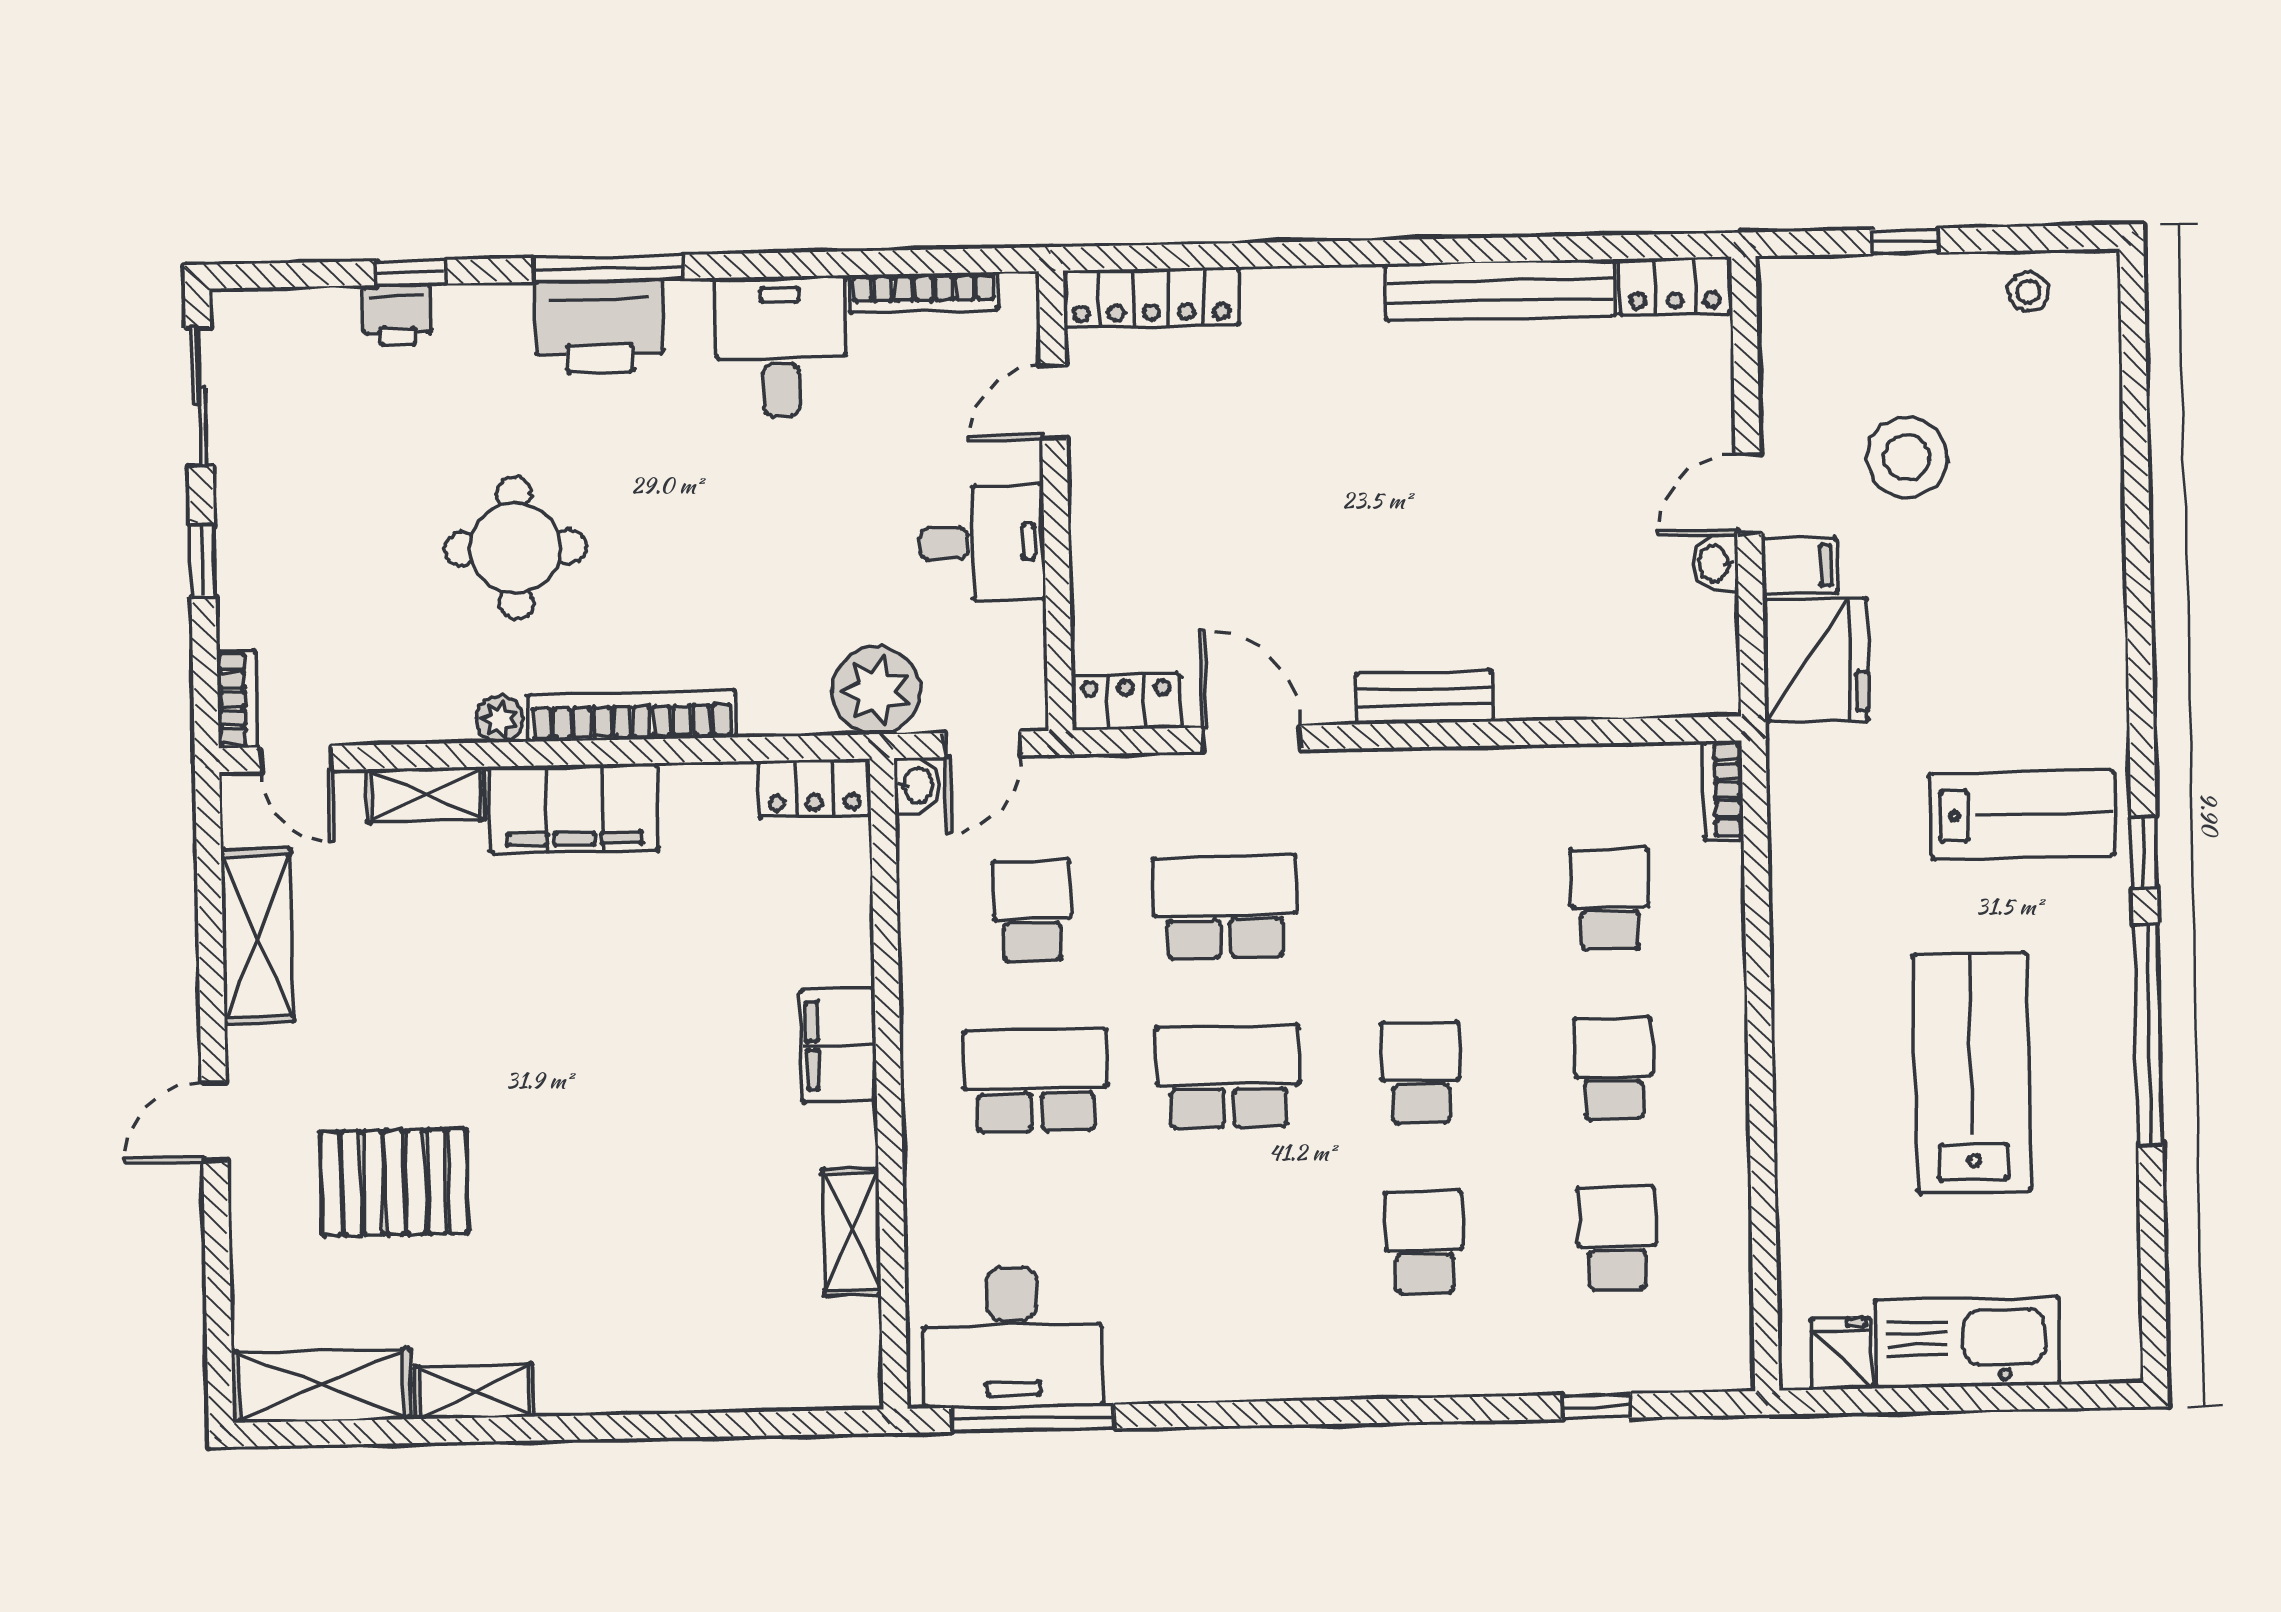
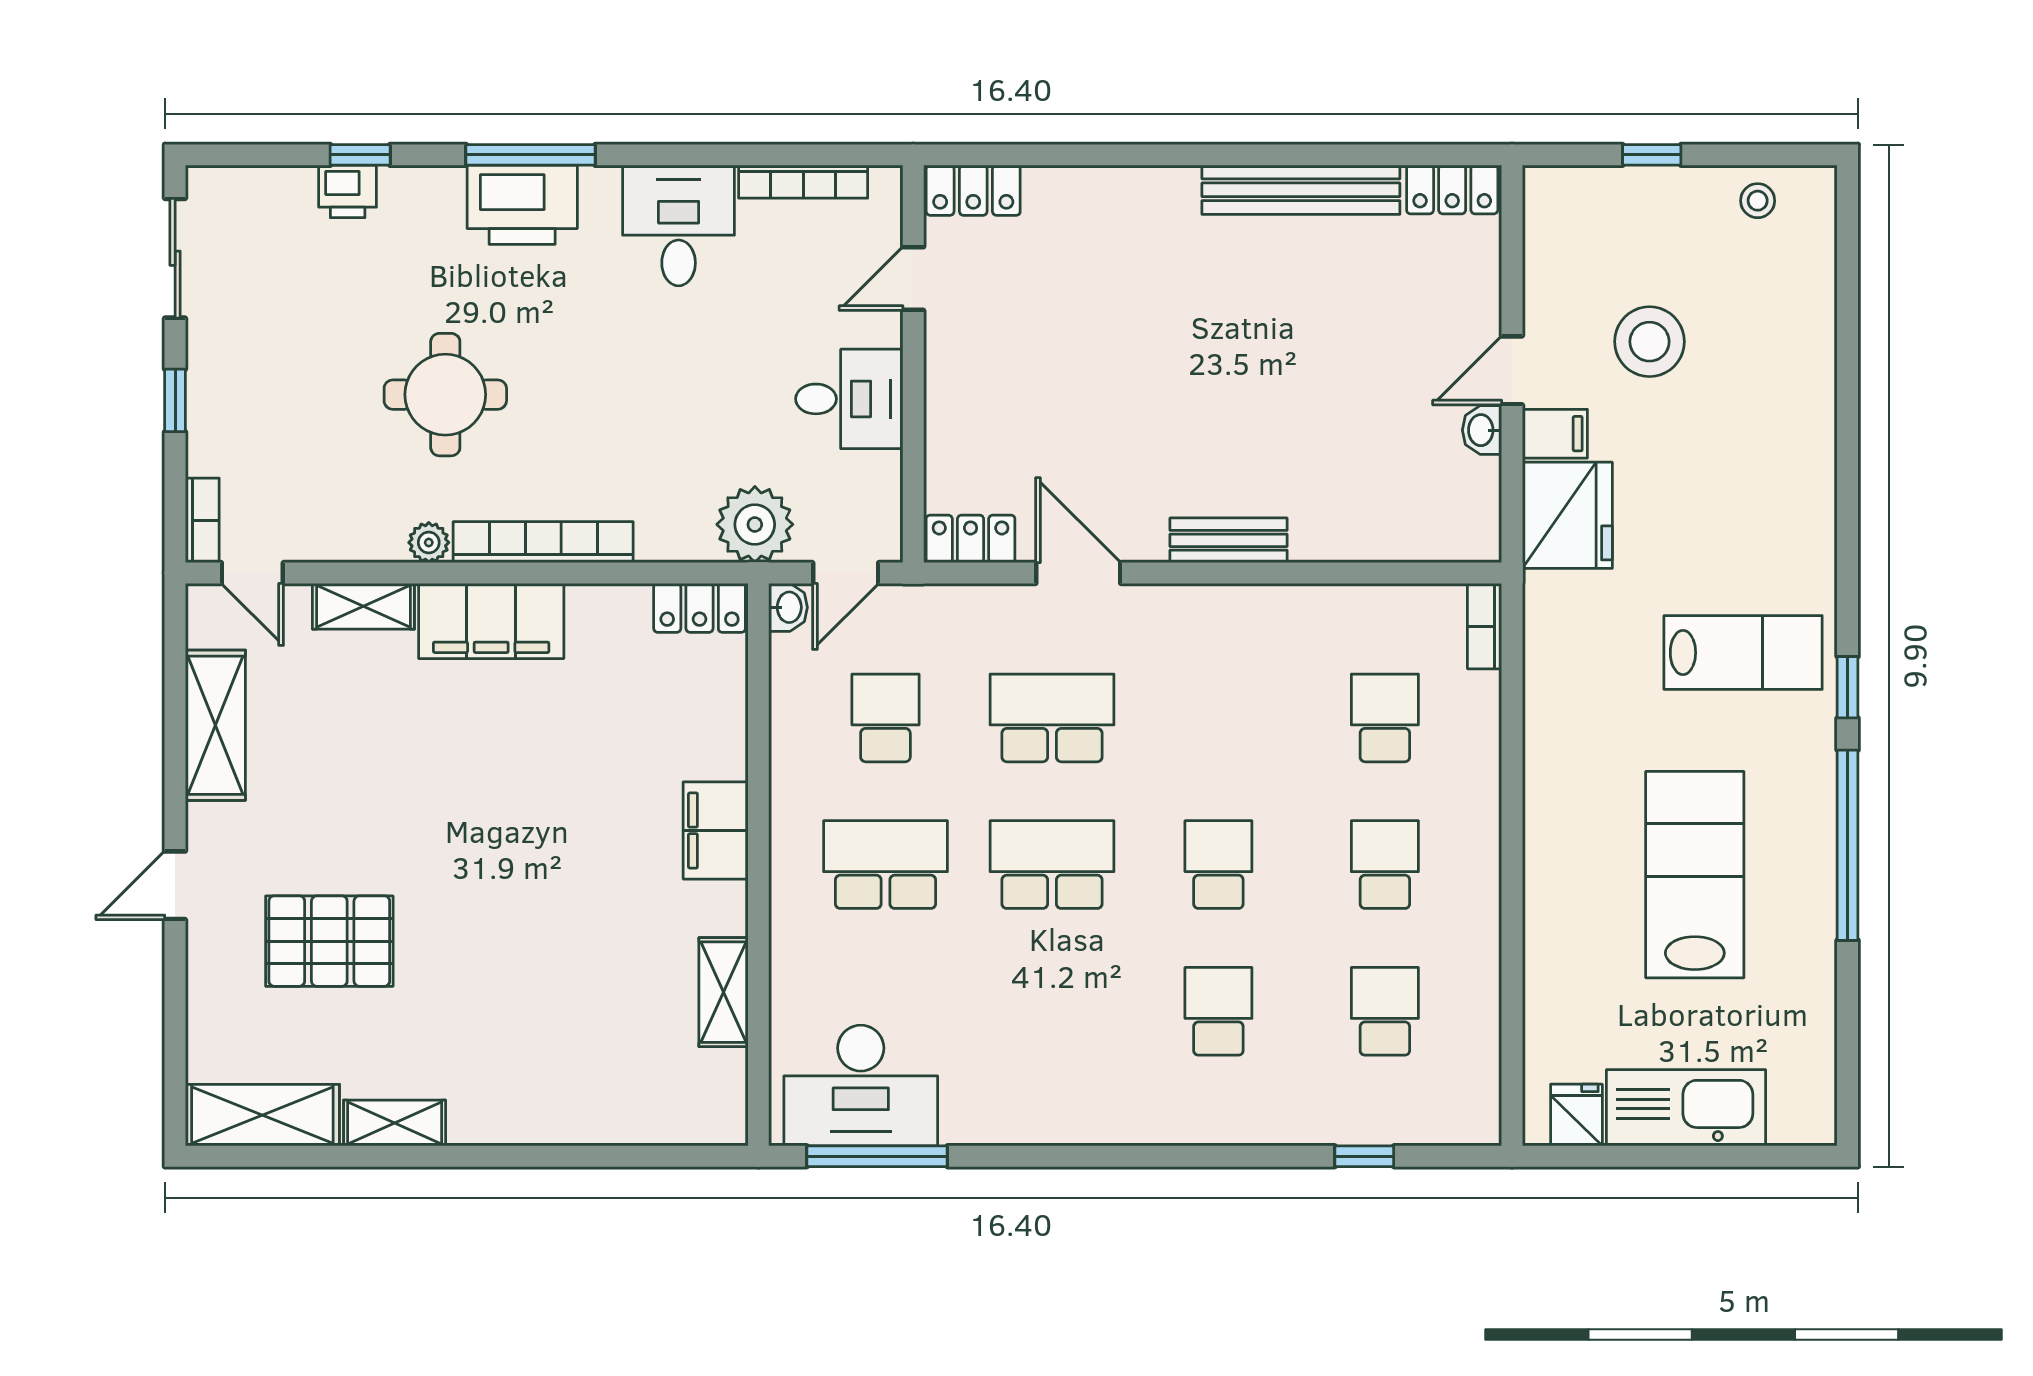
locker: (1151, 298) -> (973, 190), width x0.66

